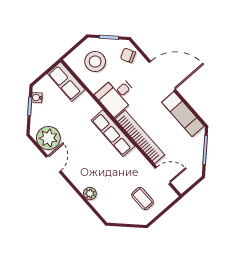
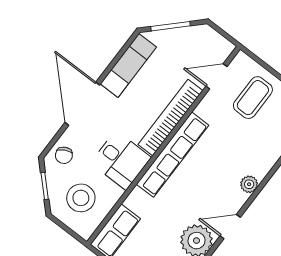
row of seats: (113, 133) -> (173, 155), width x1.36
door: (163, 175) -> (216, 76), hinge flipped
plant: (90, 194) -> (249, 184), moved
coffee table: (142, 199) -> (253, 98), width x1.36, depth x1.30

